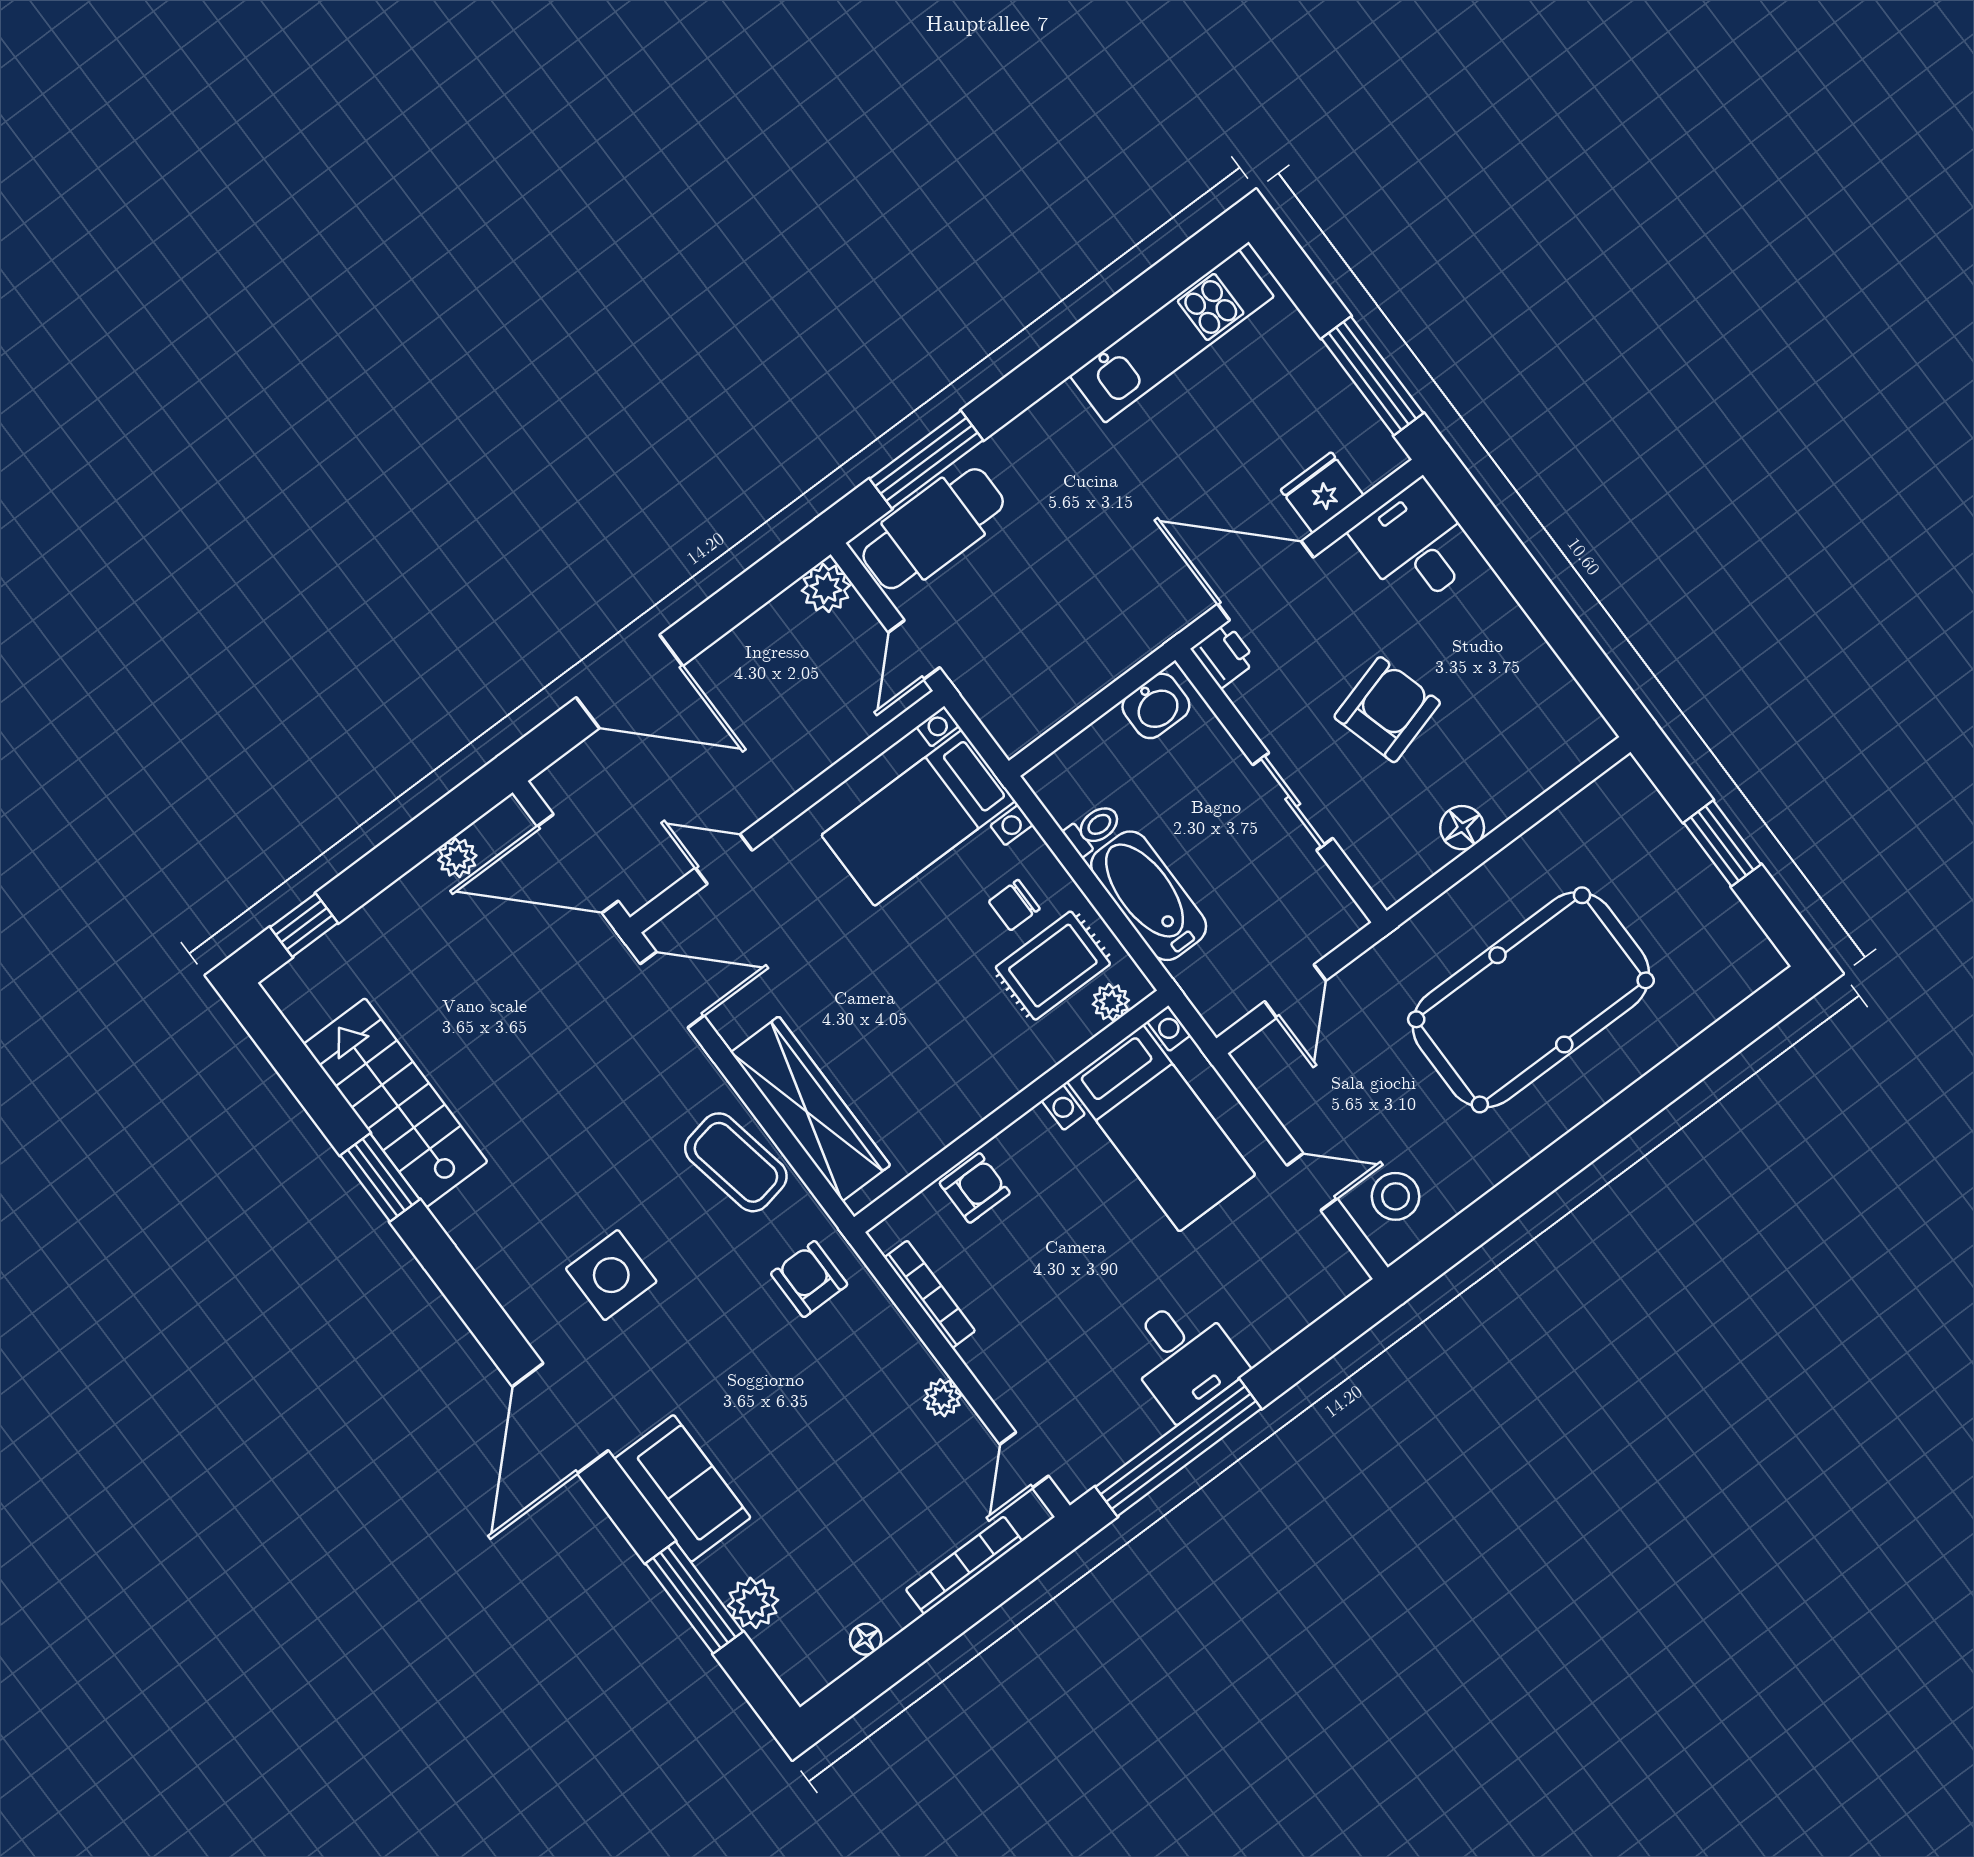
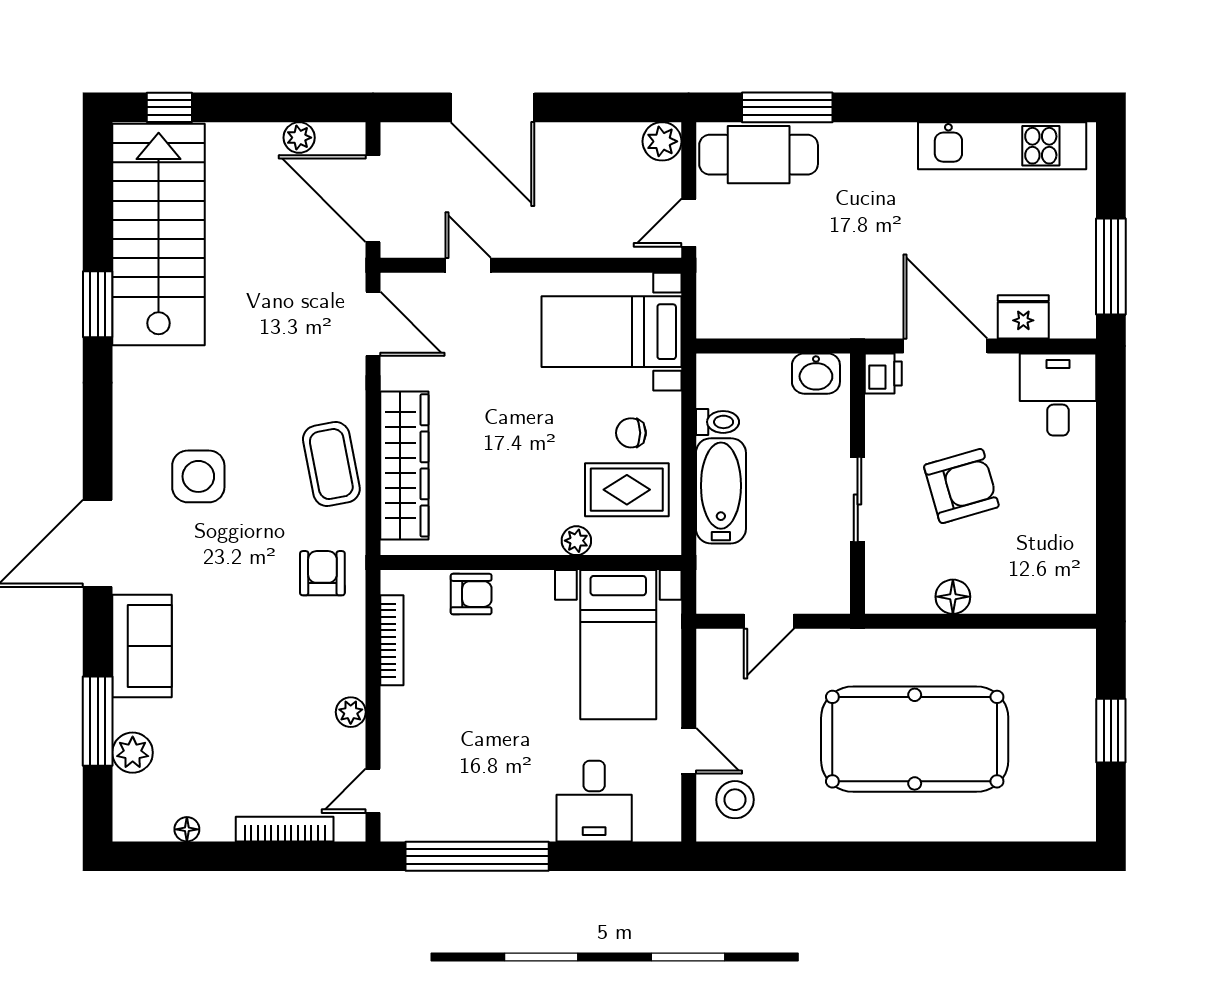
plant: (1111, 1002) -> (576, 541), moved
stairs: (395, 1103) -> (159, 235), width x1.36, depth x1.51
desk: (1184, 1357) -> (594, 801), moved

